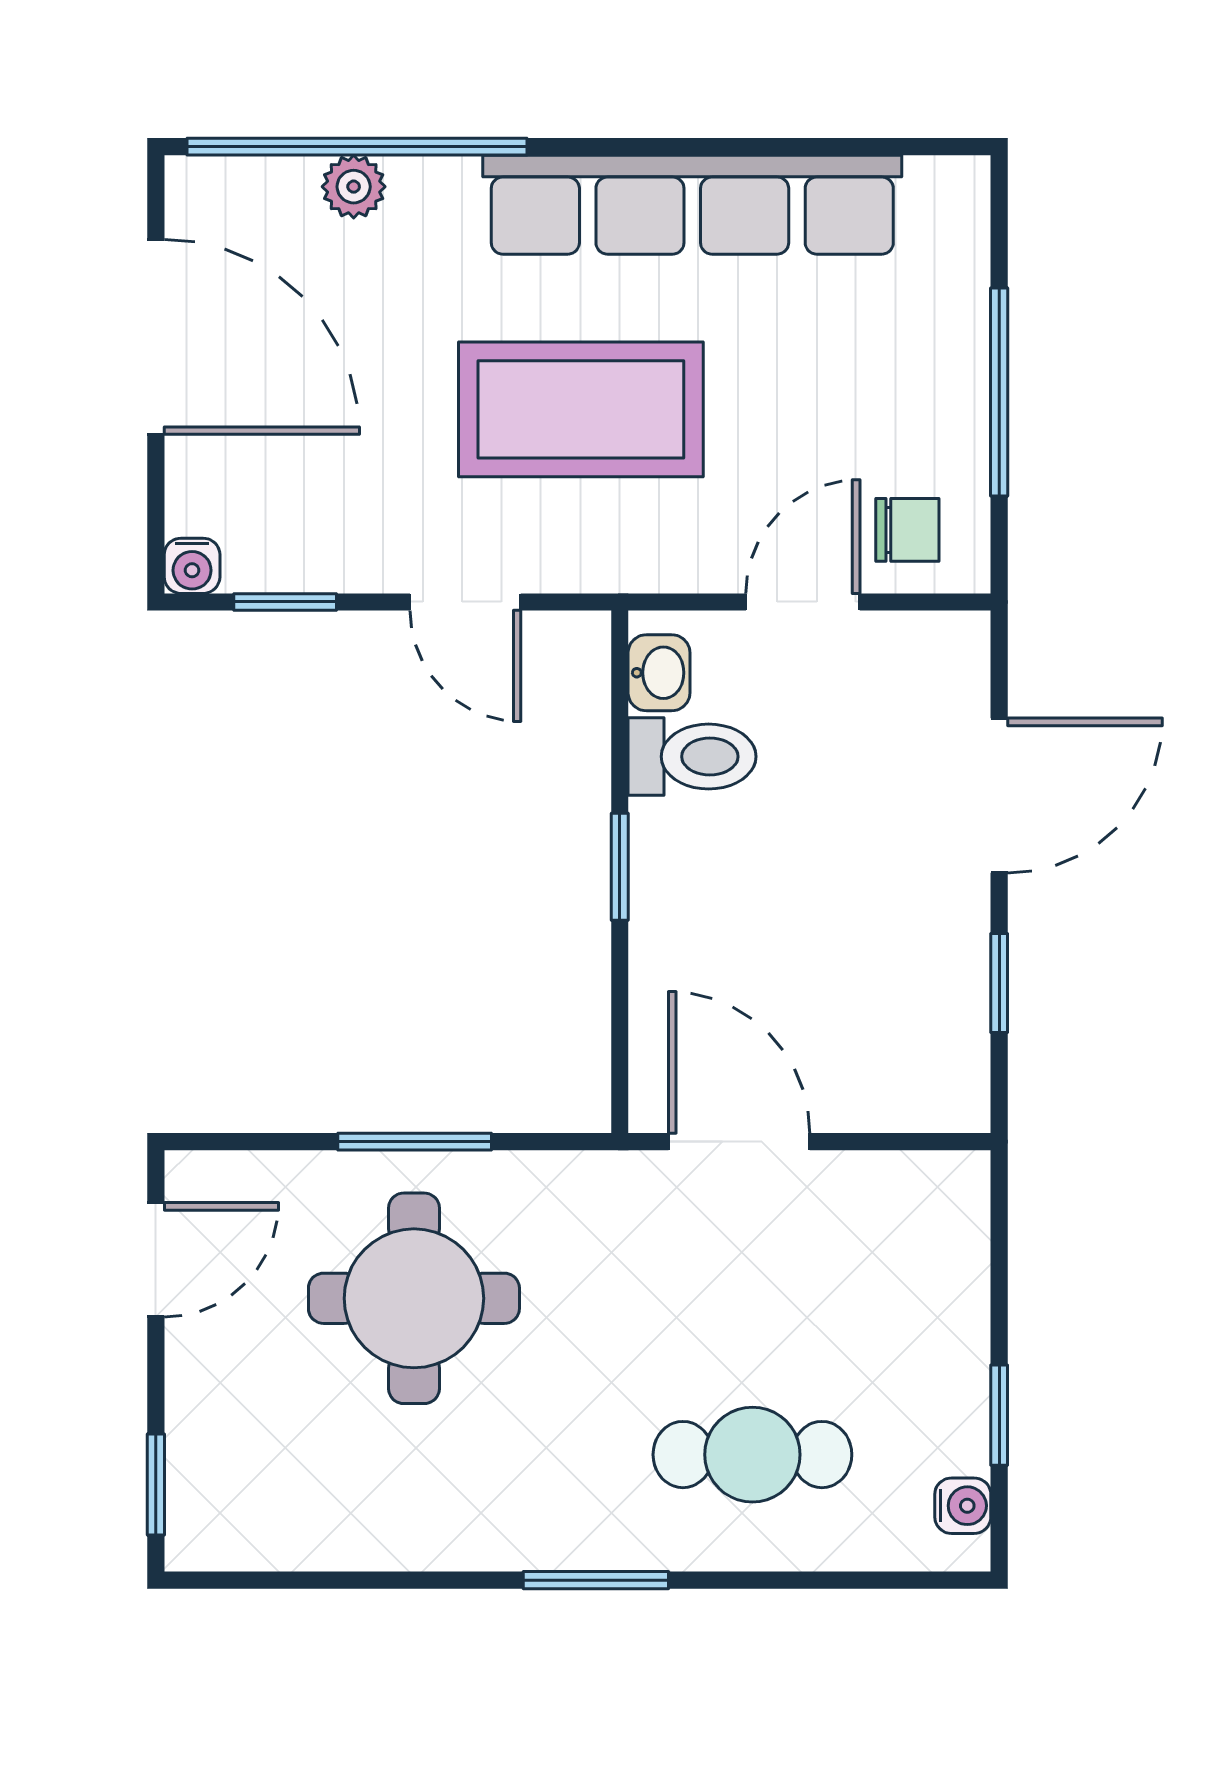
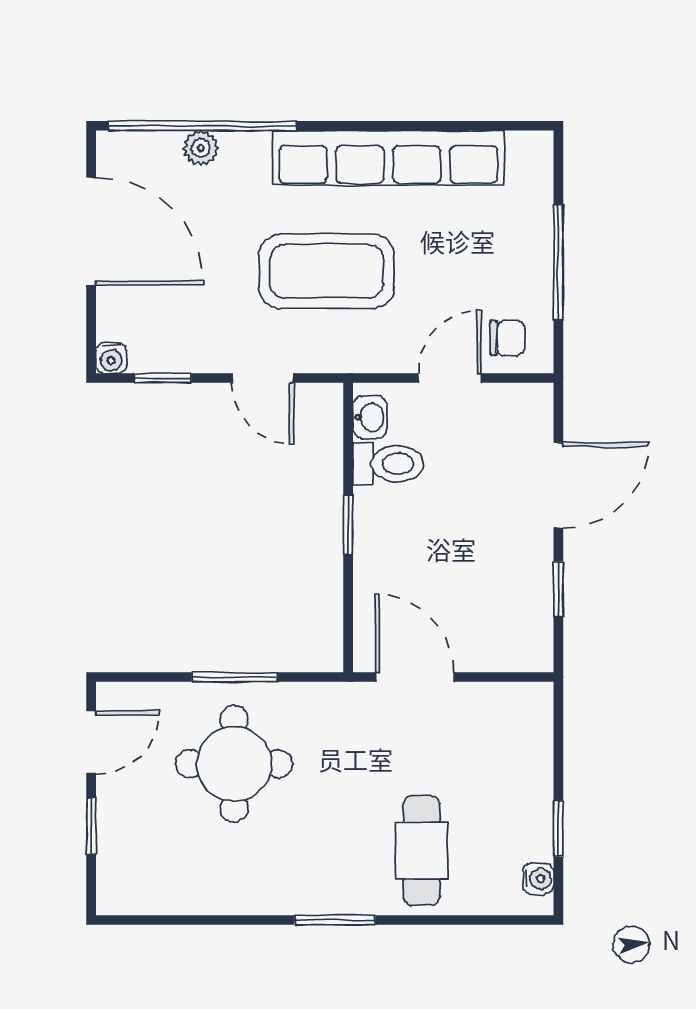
cafe table: (752, 1455) -> (422, 850), turned 90
window: (156, 1484) -> (91, 826), moved

